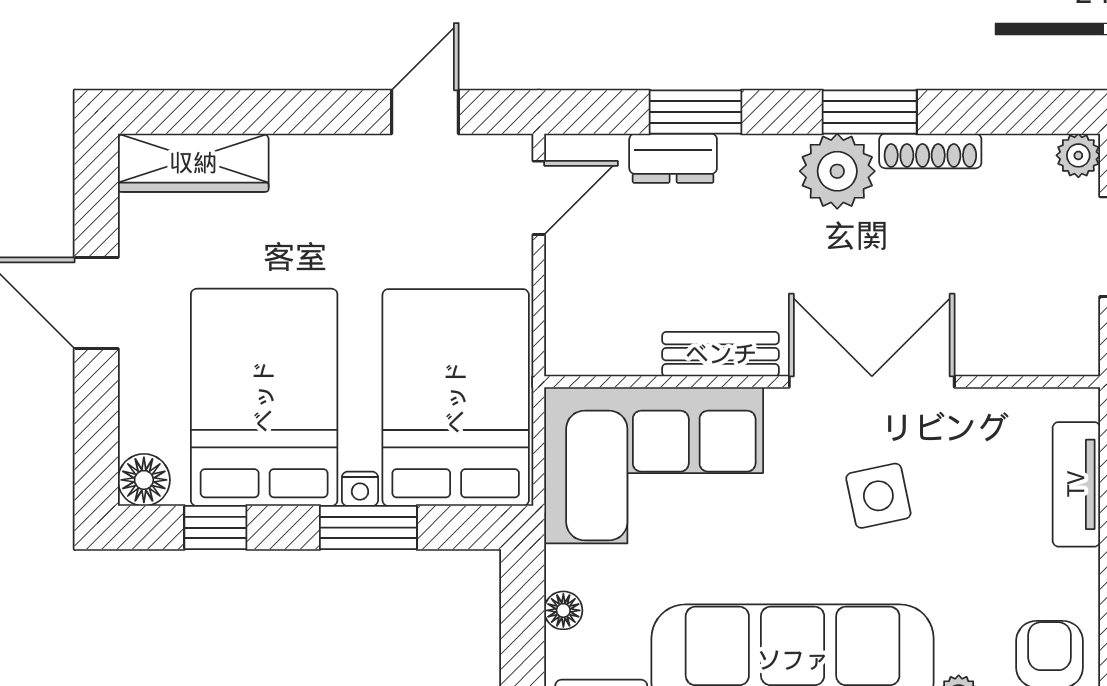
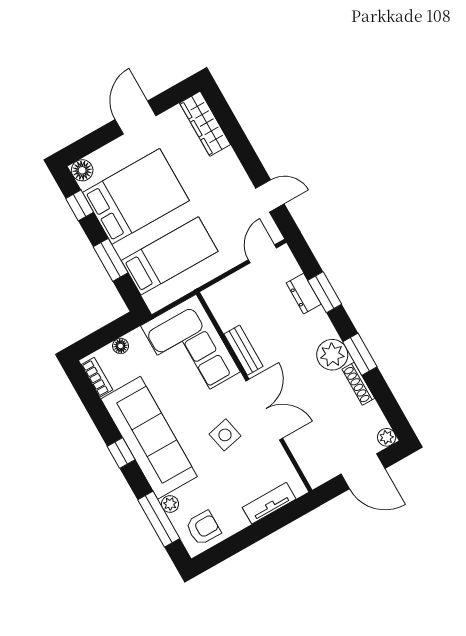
door: (539, 198) -> (262, 254), swing flipped
bed: (456, 398) -> (170, 256), width x0.67
nightstand: (360, 489) -> (123, 249), removed

